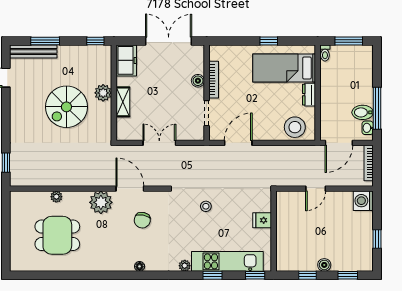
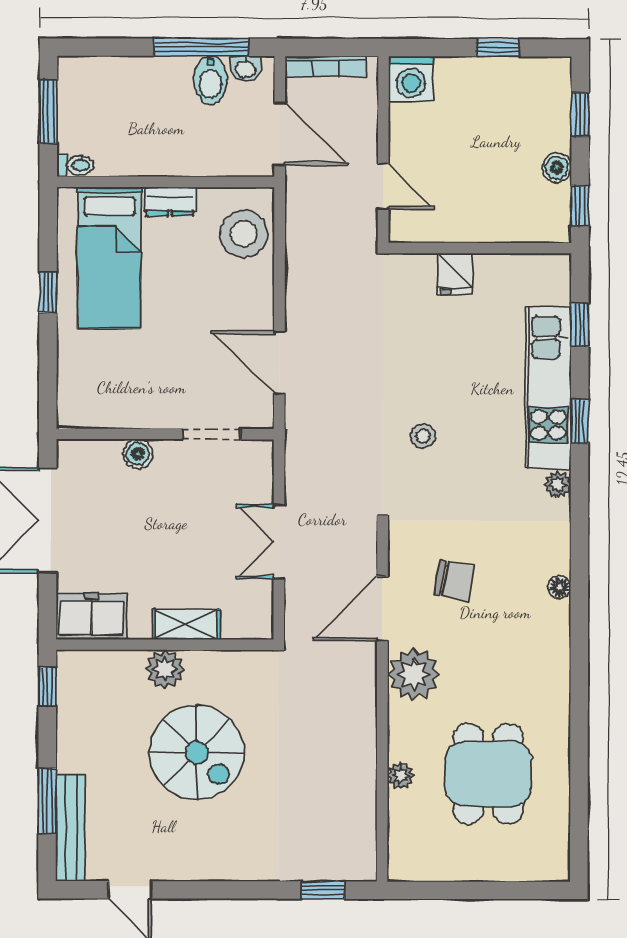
bookcase: (214, 80) -> (135, 418), removed
fridge: (262, 220) -> (455, 274), moved
wall: (274, 231) -> (480, 248), moved

